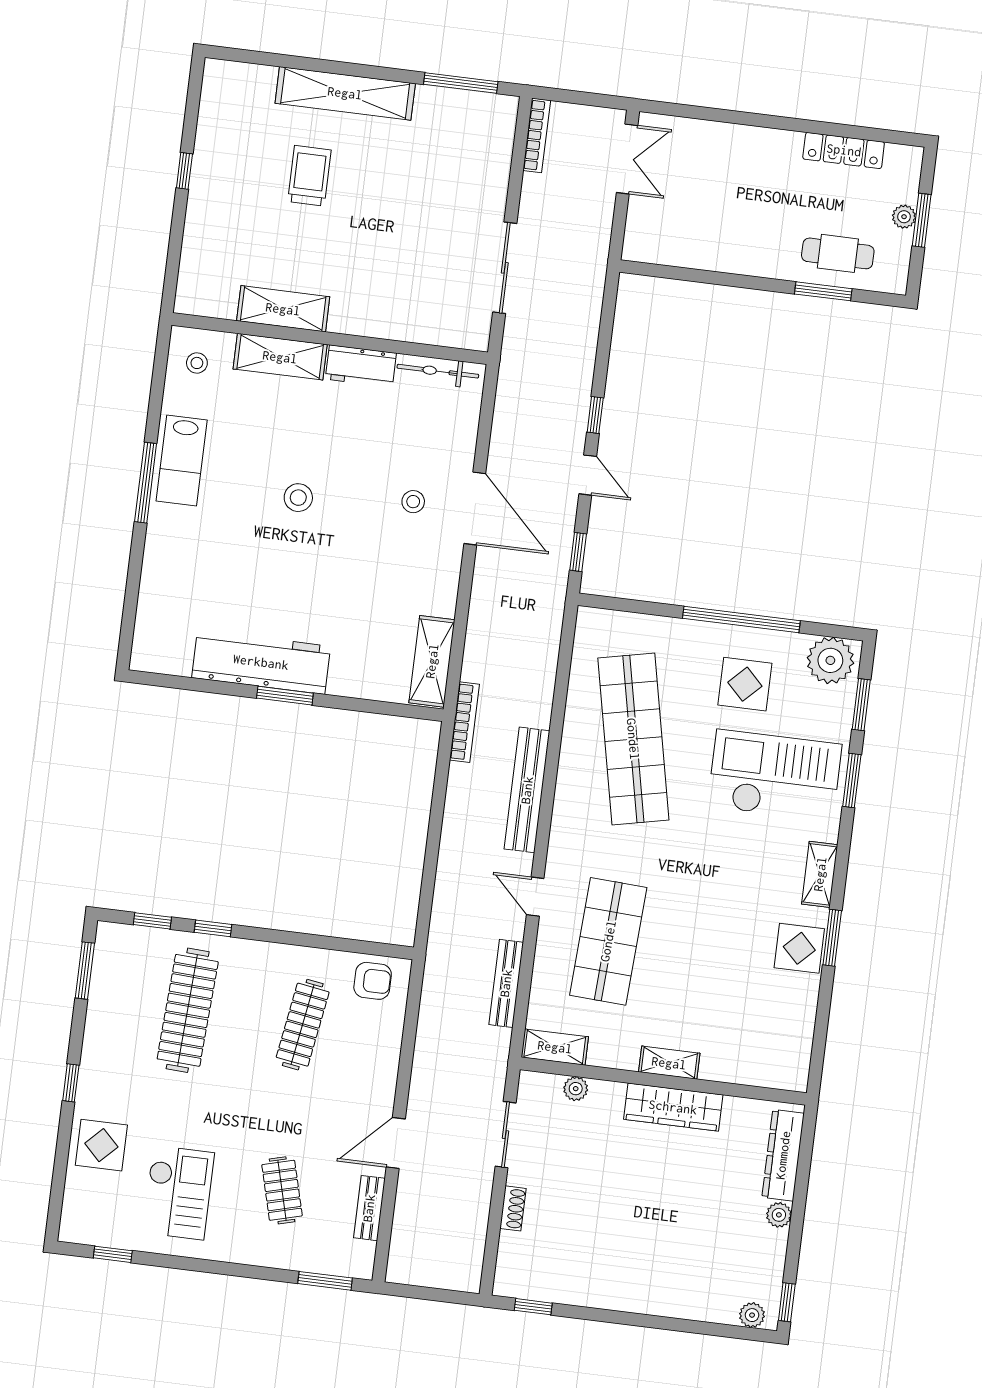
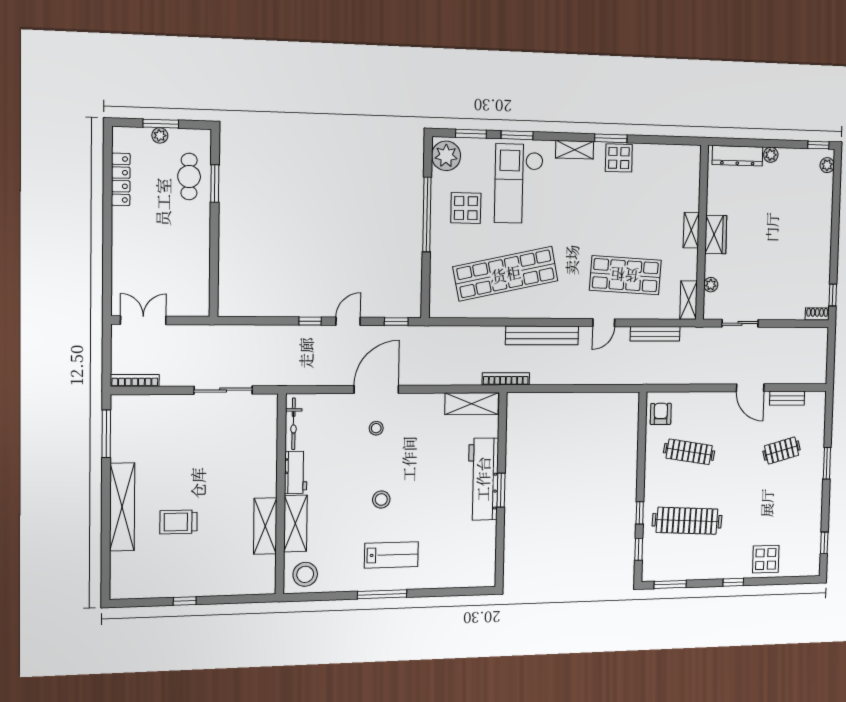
stool: (197, 363) -> (305, 574), width x1.89, depth x1.89
lab bench: (182, 461) -> (391, 555), moved
workbench: (261, 662) -> (483, 479), moved
wardrobe: (673, 1107) -> (716, 235), width x0.67
checkout: (178, 1193) -> (788, 510), removed
shoe rack: (513, 1208) -> (817, 314), moved
window: (325, 1281) -> (827, 463), moved

